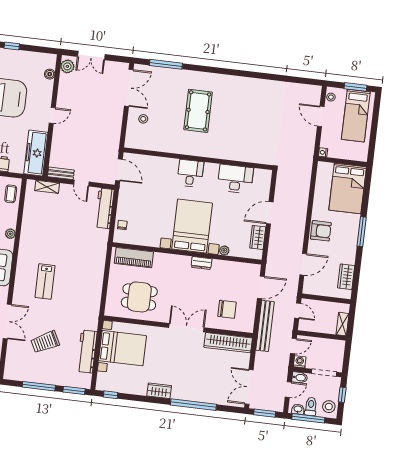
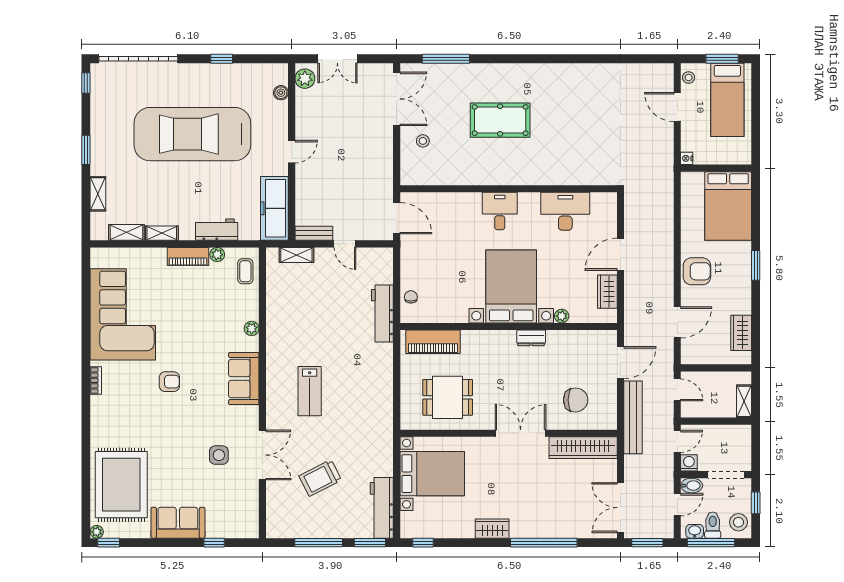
pool table: (198, 111) -> (500, 120), turned 90
workbench: (104, 208) -> (382, 313), moved
window: (362, 232) -> (756, 265), width x0.69
workbench: (87, 352) -> (382, 508), moved

